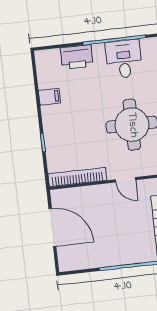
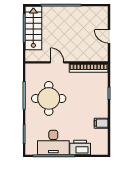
desk: (124, 59) -> (53, 143), width x1.37
door: (52, 228) -> (109, 36), width x0.53

